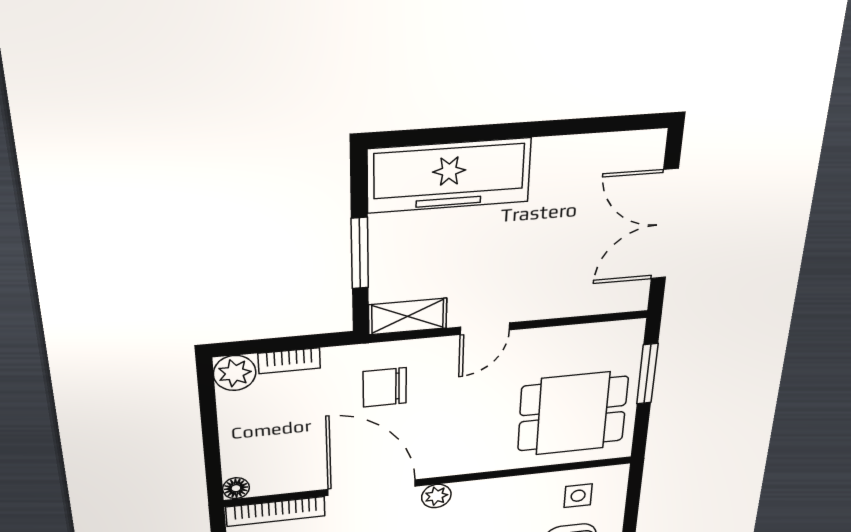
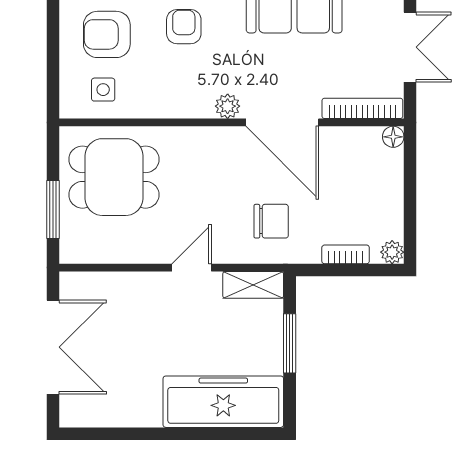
plant: (235, 373) -> (392, 252), width x0.73, depth x0.73

